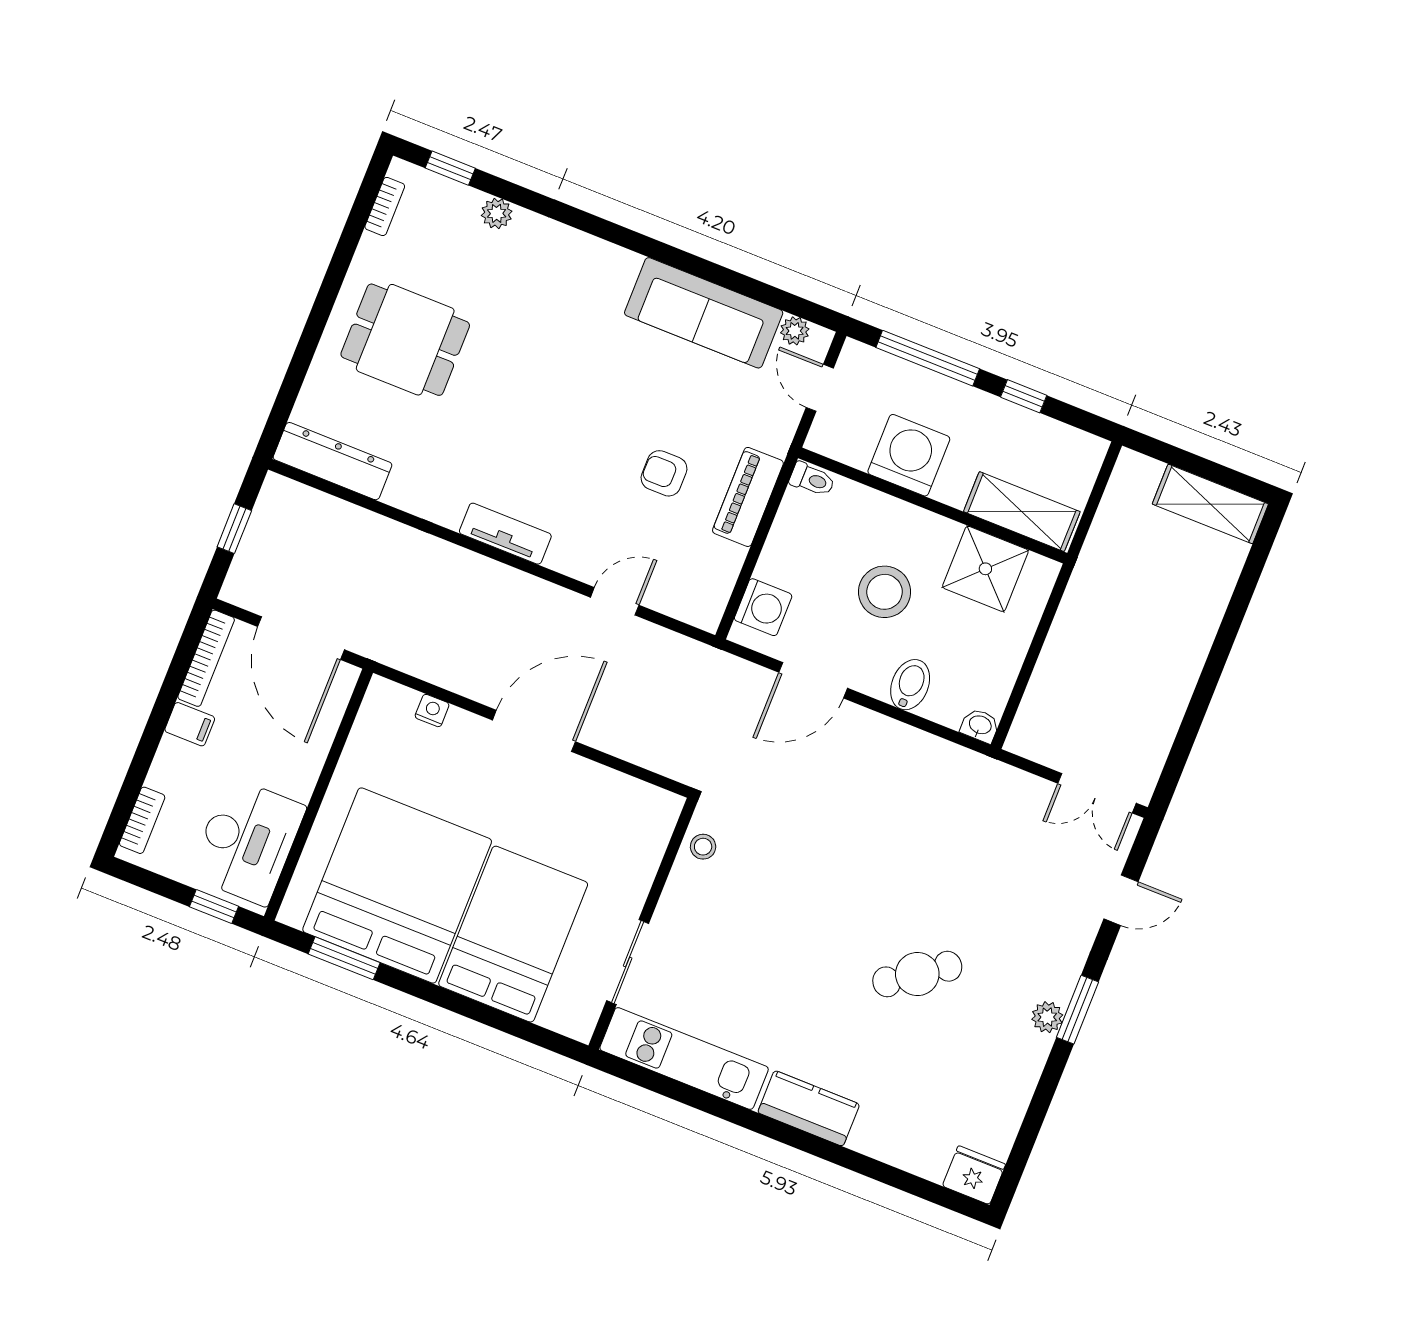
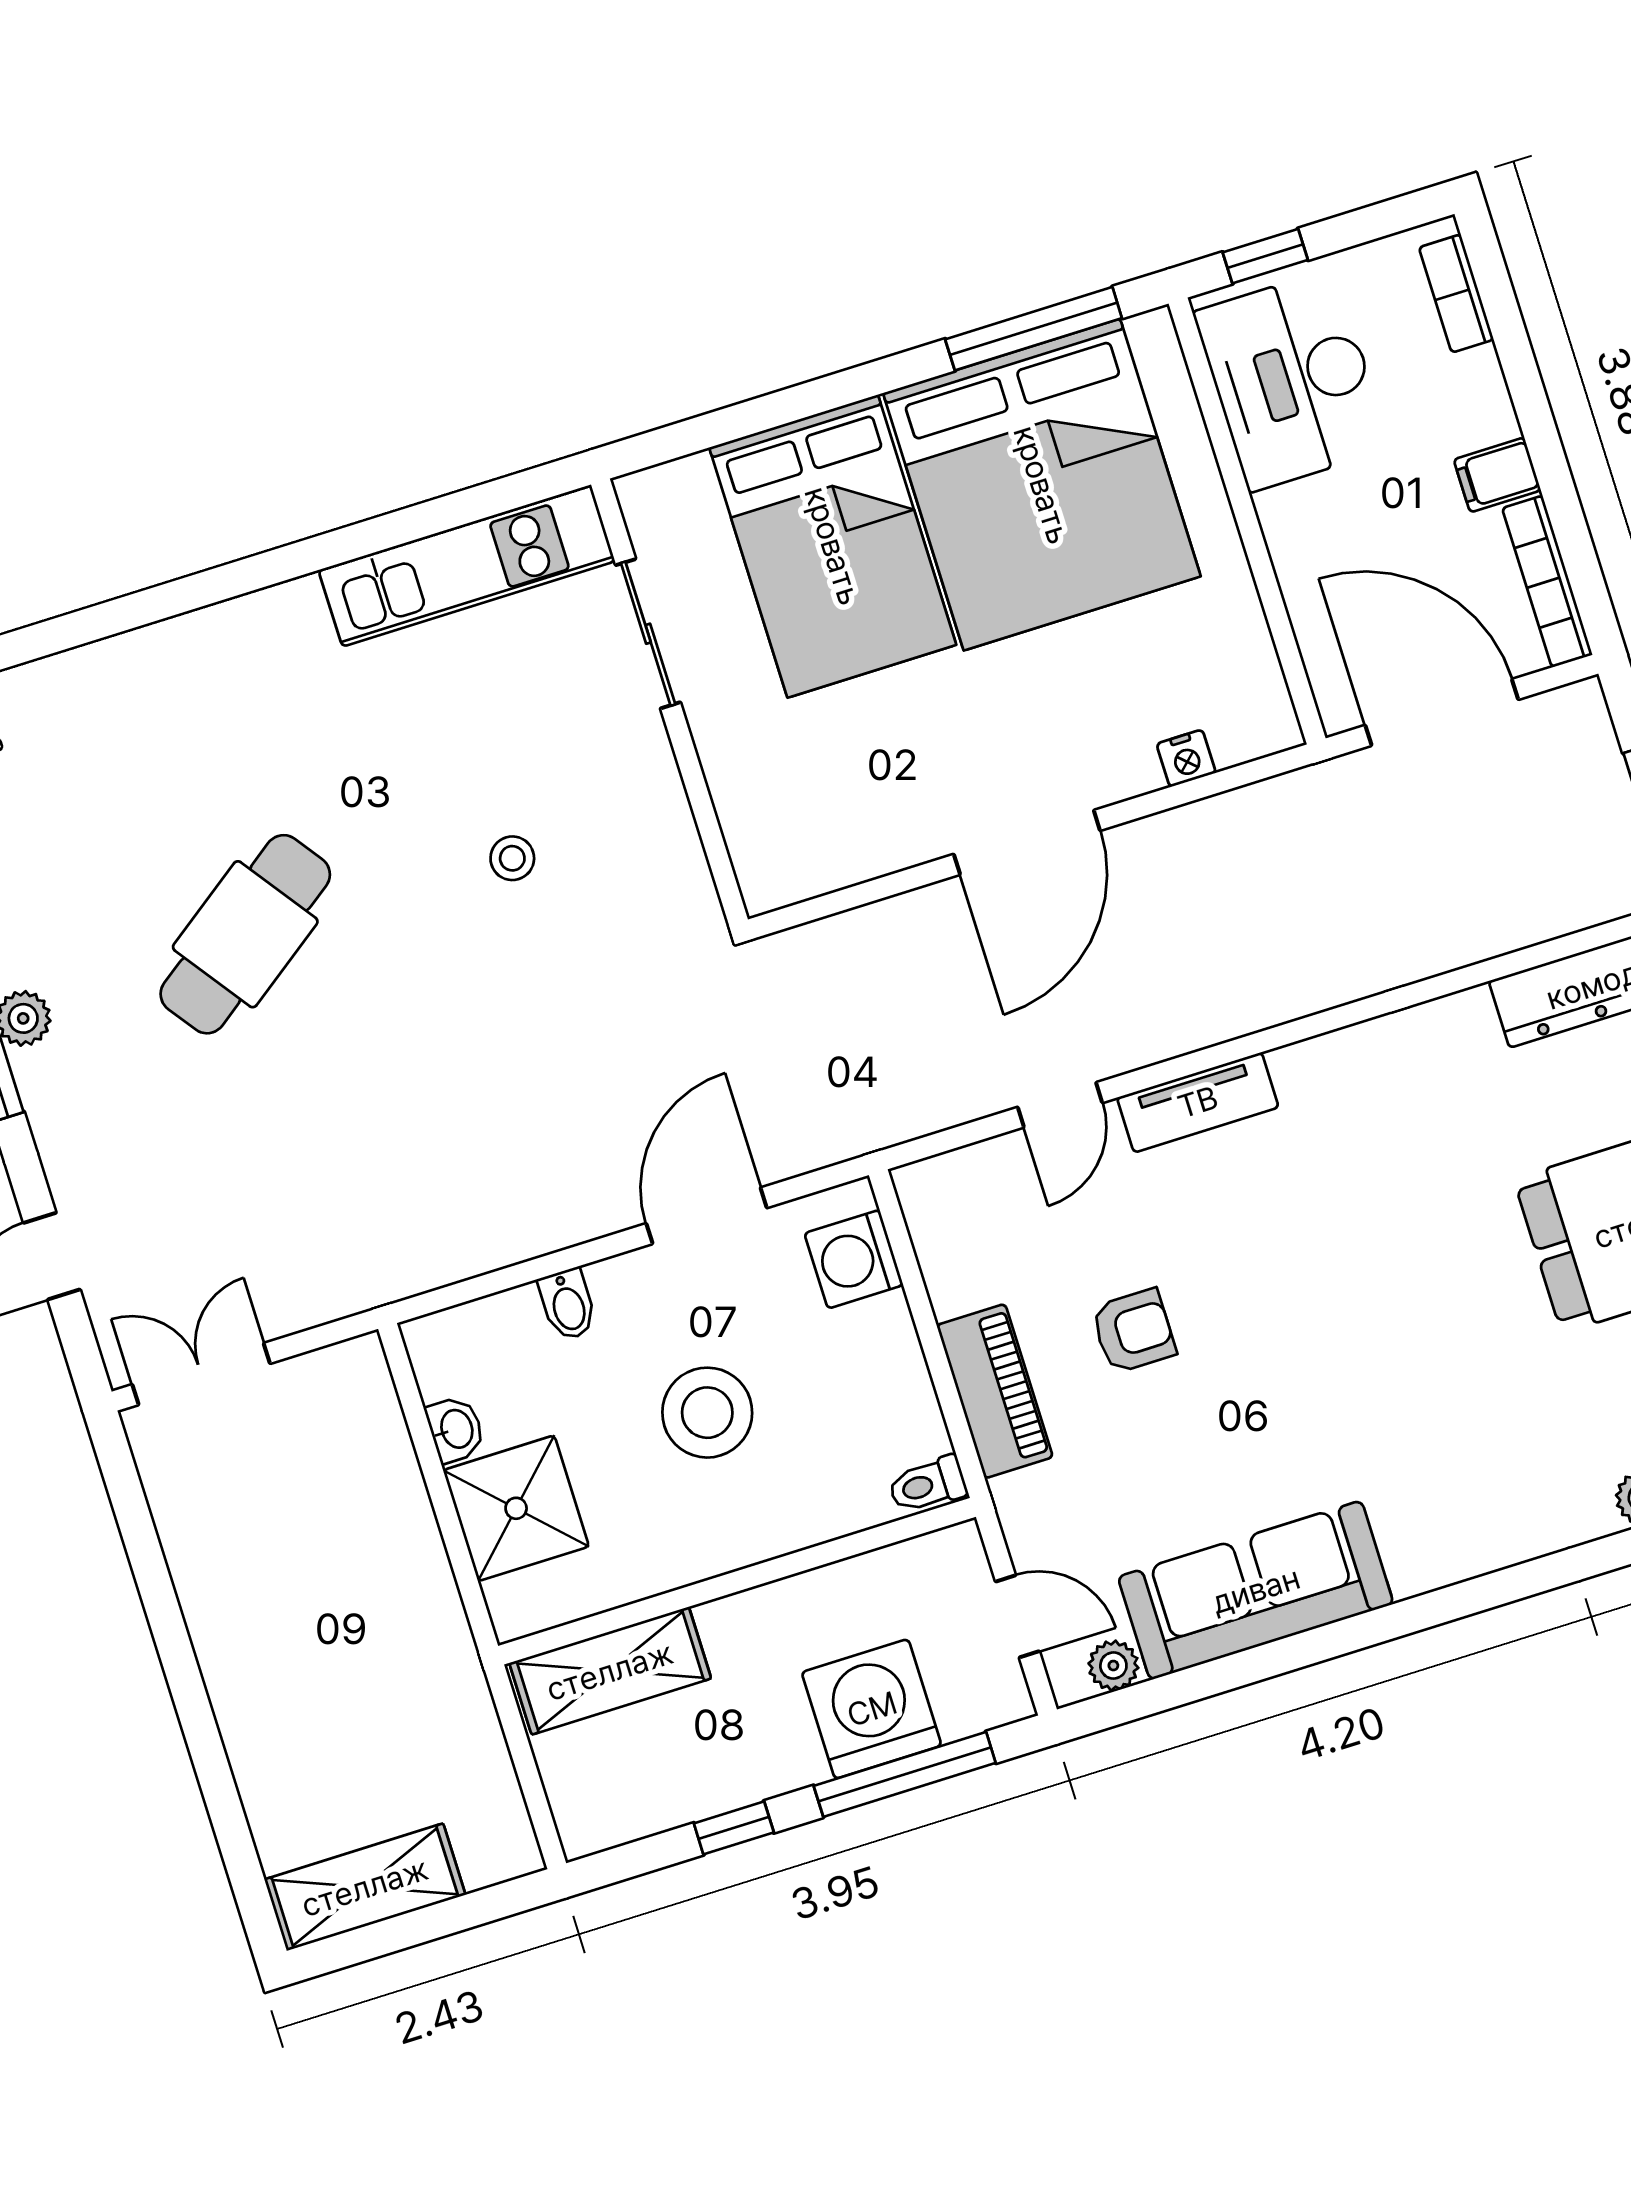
washing machine: (909, 455) -> (872, 1709), moved, turned 180
tv unit: (505, 534) -> (1198, 1102), moved
shower: (985, 569) -> (516, 1508), moved
bidet: (910, 685) -> (568, 1304), width x0.72, depth x0.74
washbasin: (980, 726) -> (455, 1429), moved, turned -90
stool: (703, 847) -> (512, 858), moved
window: (344, 958) -> (1034, 329), width x1.44
cafe table: (917, 974) -> (245, 934), width x1.37, depth x1.35
kitchen counter: (809, 1108) -> (245, 635), removed

